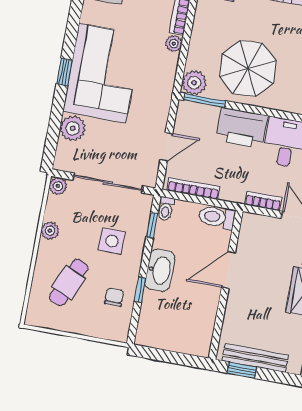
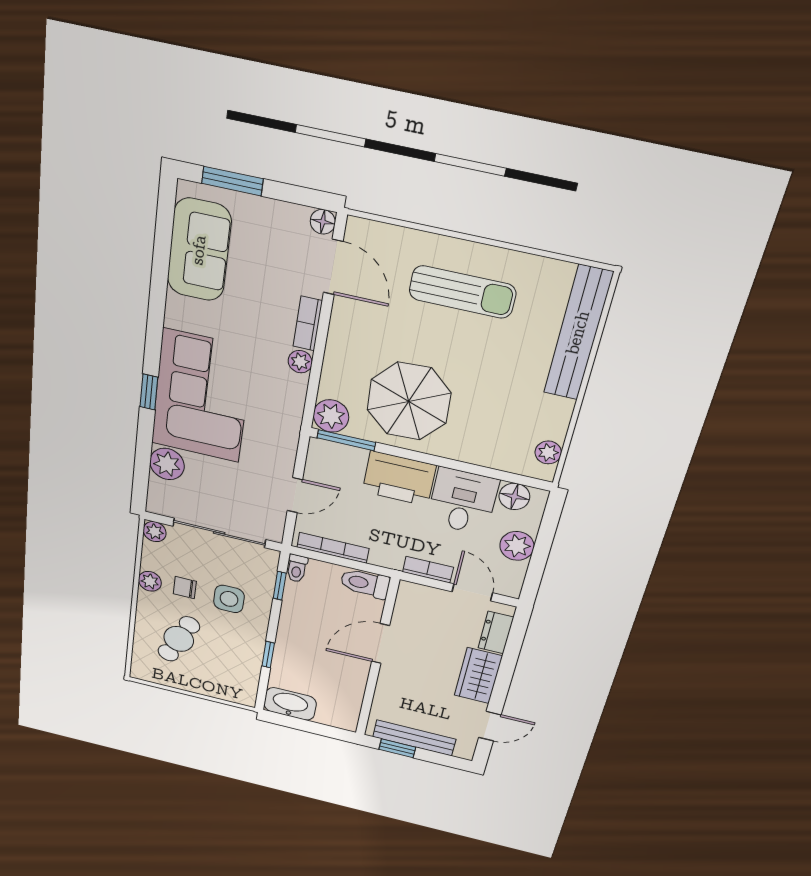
washbasin: (160, 270) -> (290, 704), moved, turned -90
chair: (114, 297) -> (185, 588), moved, turned -90

